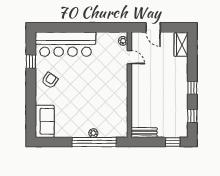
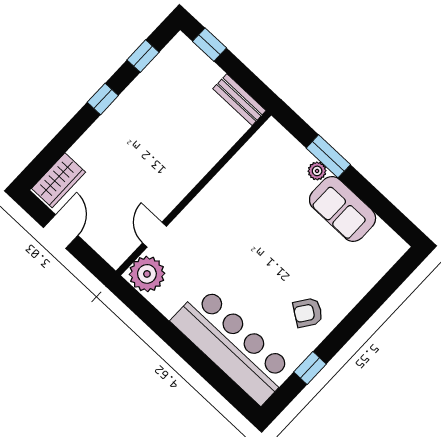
door: (153, 27) -> (61, 232), moved
plant: (123, 41) -> (147, 274), width x1.87, depth x1.87
sofa: (45, 121) -> (343, 209), moved, turned -90
window: (94, 142) -> (328, 156), width x0.47

